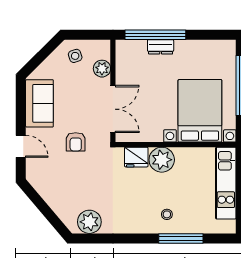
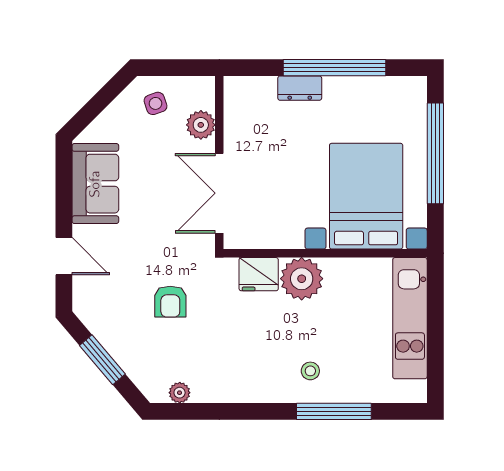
window: (155, 35) -> (335, 68), moved
double door: (113, 109) -> (219, 193), swing flipped
armchair: (76, 142) -> (170, 302), moved
window: (44, 208) -> (102, 360), added
plant: (89, 222) -> (180, 393), width x0.53, depth x0.53

